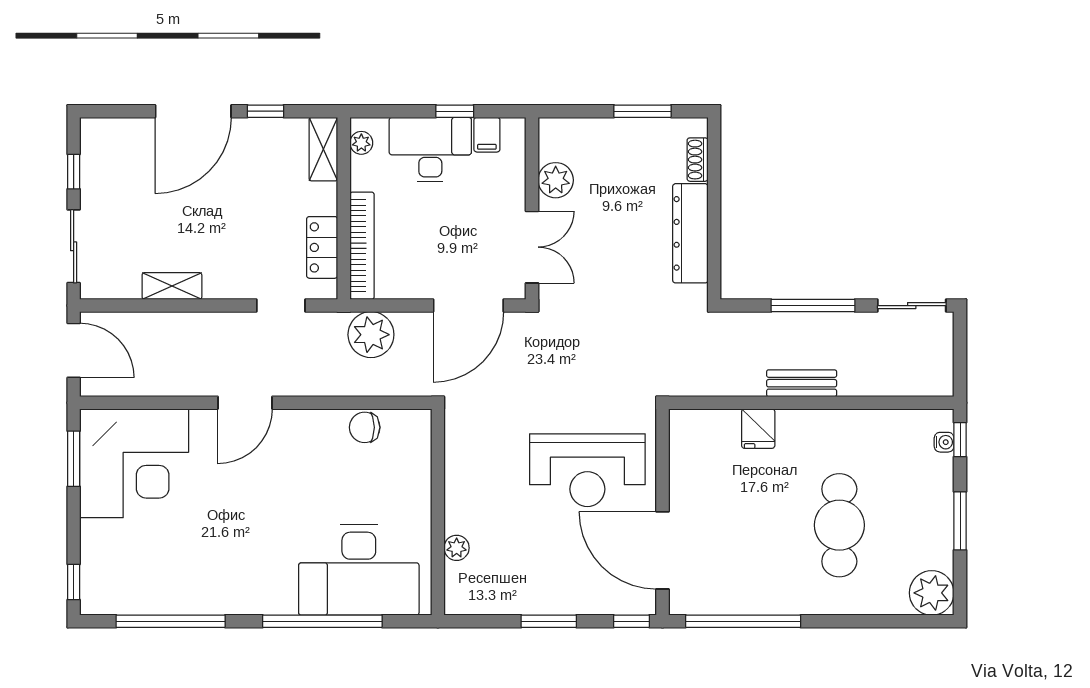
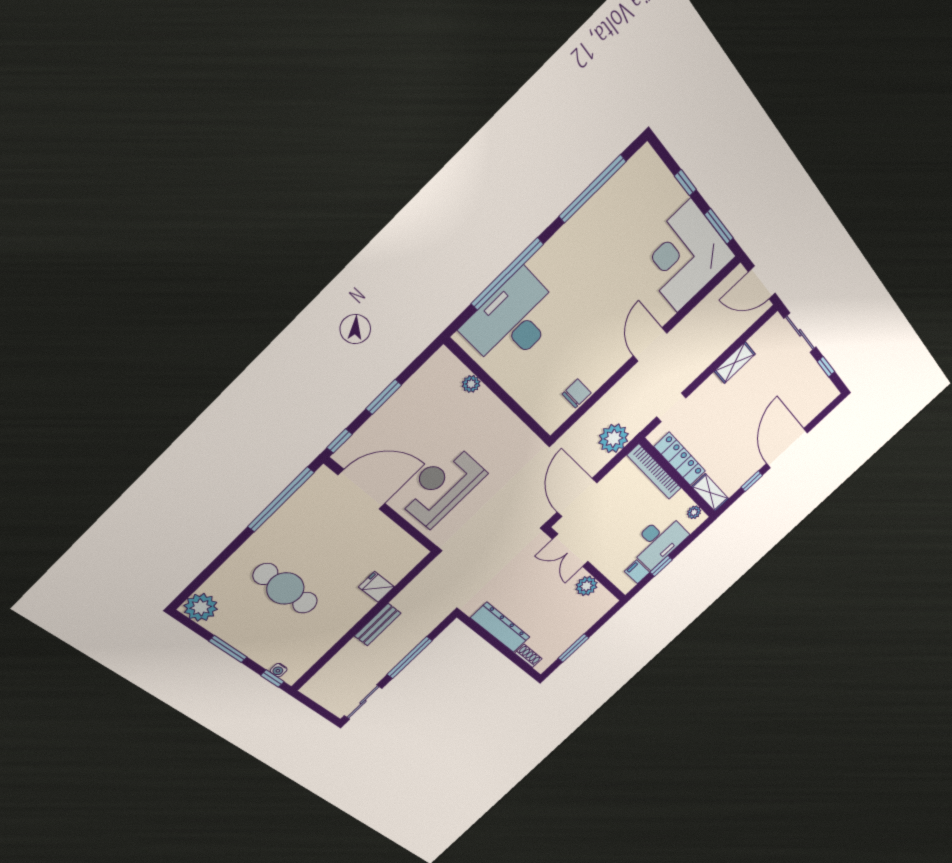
locker: (322, 247) -> (680, 459), width x1.53
window: (74, 582) -> (685, 183), moved

